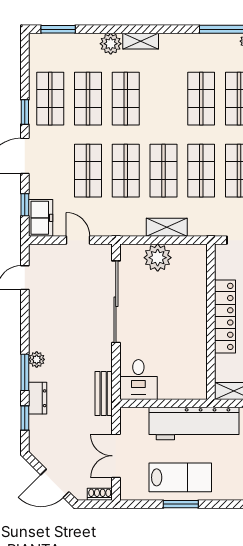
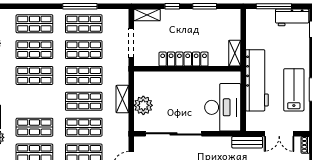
desk: (138, 380) -> (223, 107), width x1.87, depth x1.30
bench: (104, 393) -> (247, 142), moved

